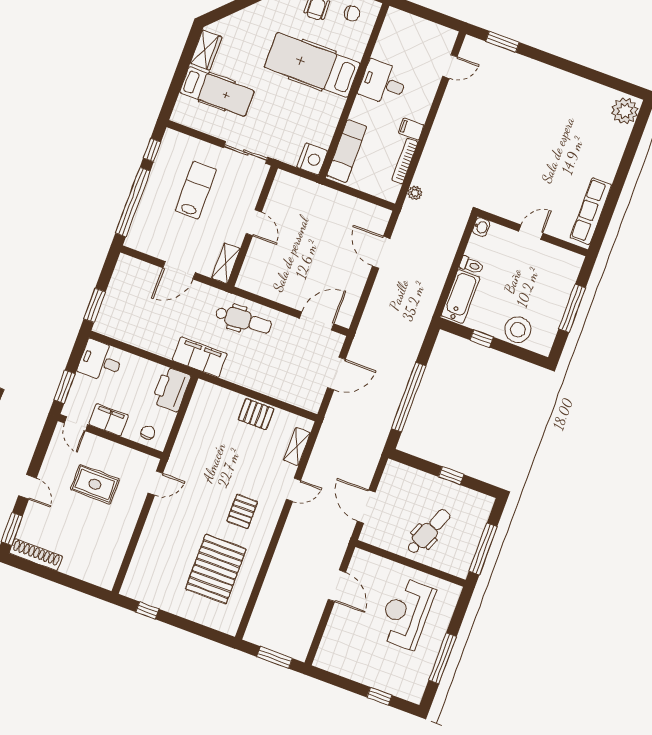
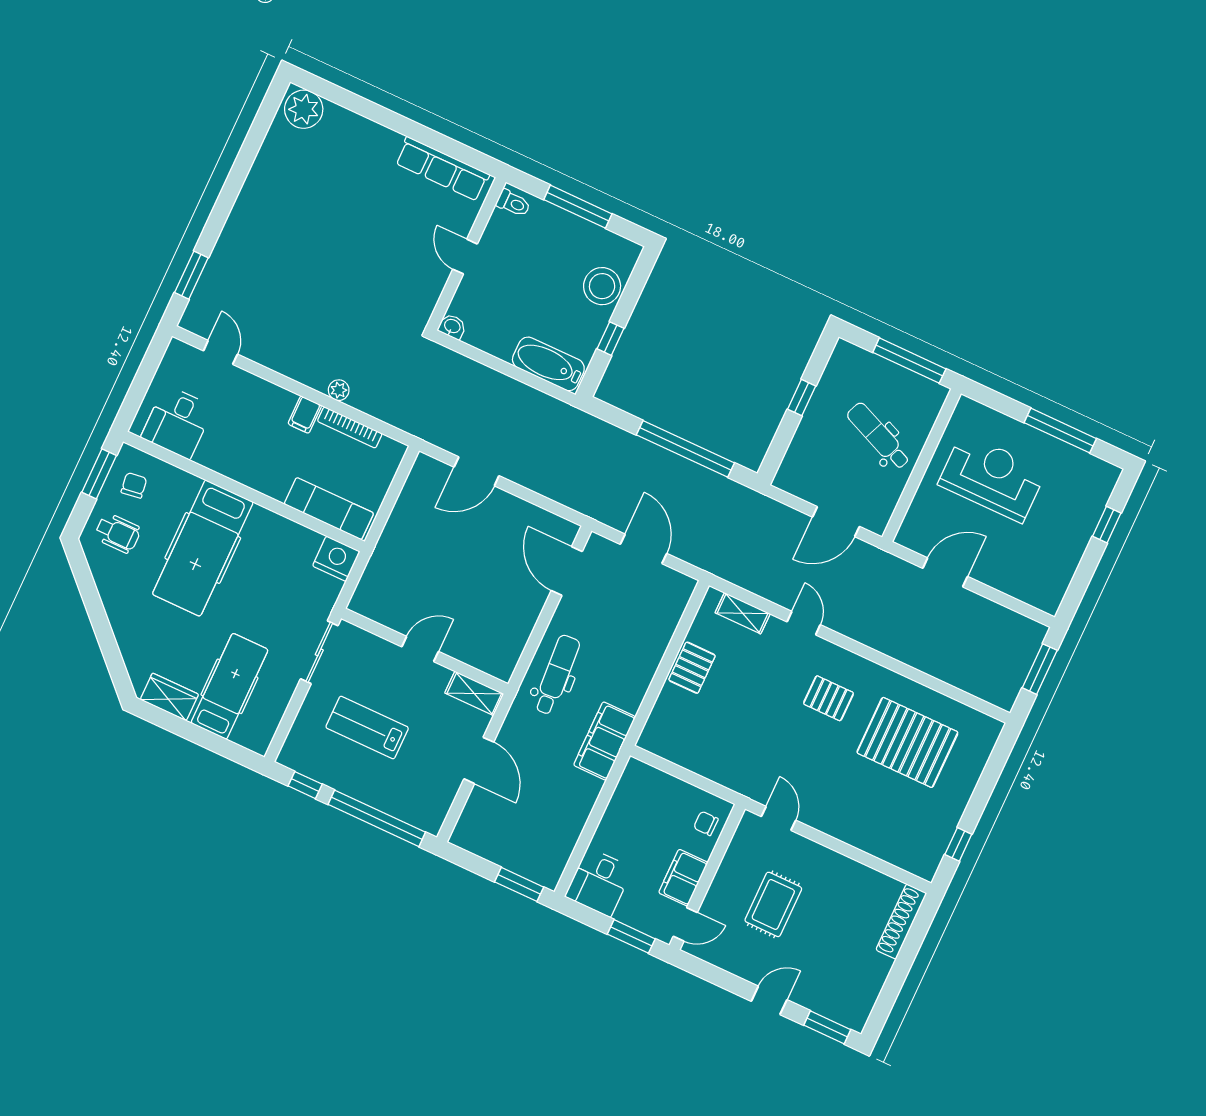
desk: (383, 83) -> (177, 422), moved
plant: (415, 193) -> (339, 390), moved
toilet: (471, 265) -> (513, 203), moved, turned 90
printer: (171, 389) -> (647, 785), removed
shoe rack: (36, 555) -> (901, 922), moved
reception desk: (406, 613) -> (992, 478), turned 180

